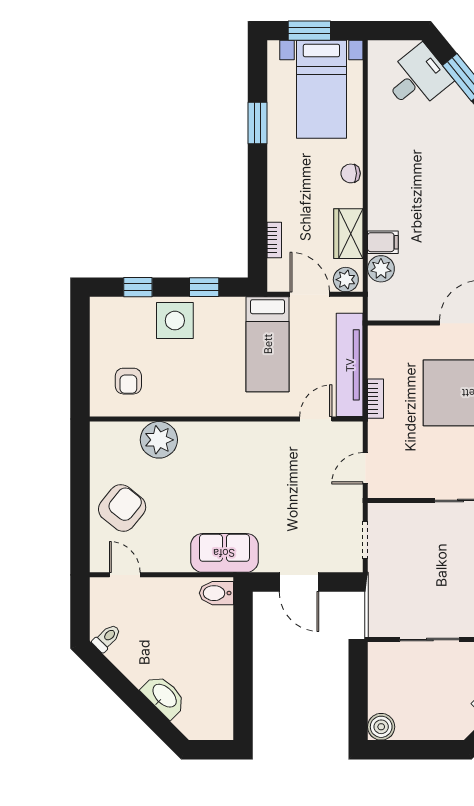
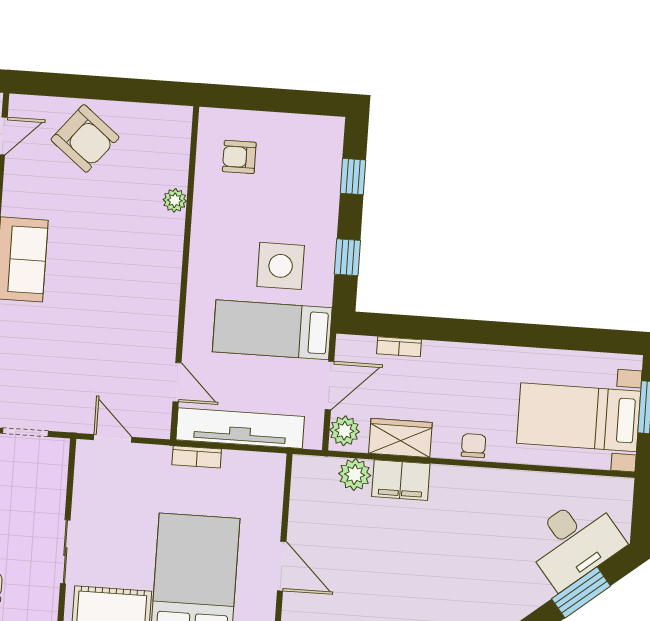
desk: (417, 78) -> (574, 542), width x1.37
window: (257, 123) -> (543, 336), removed
filing cabinet: (383, 242) -> (401, 480), width x2.00
side table: (175, 321) -> (281, 266), moved
plant: (159, 440) -> (175, 200), width x0.53, depth x0.53

